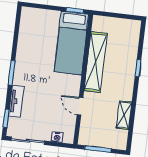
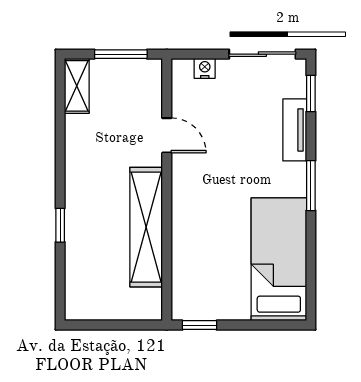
bed: (71, 43) -> (279, 259), moved
shelving: (124, 115) -> (77, 86), moved

